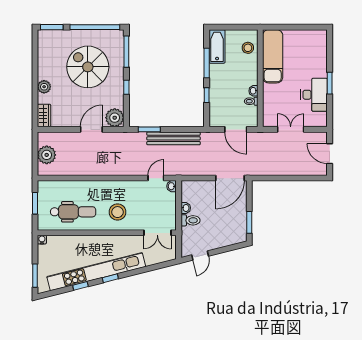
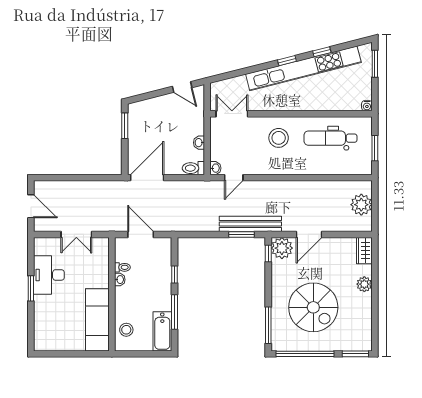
window: (126, 87) -> (268, 253), moved
bench: (174, 138) -> (250, 224), moved
toilet: (190, 220) -> (193, 168), moved
door: (200, 256) -> (182, 87), swing flipped

